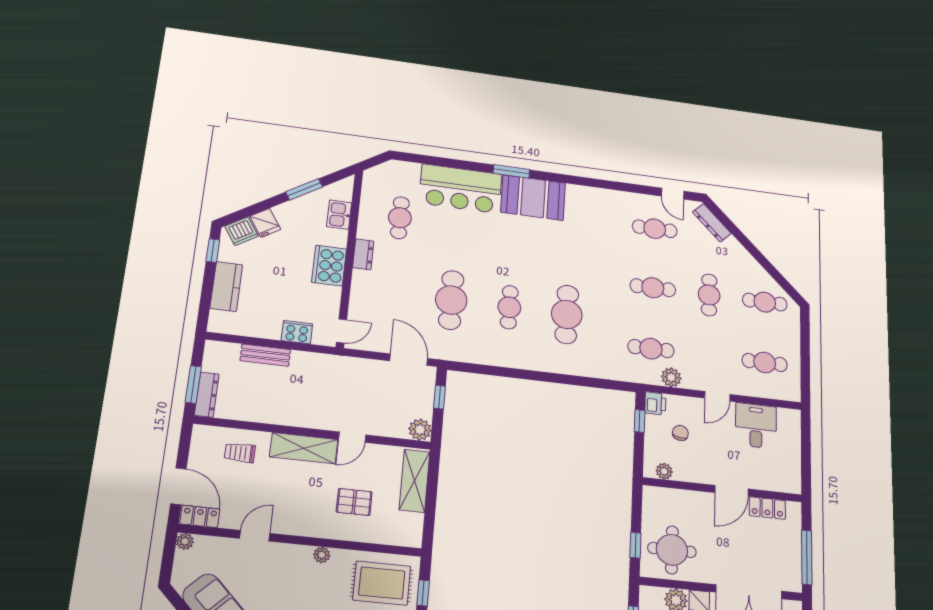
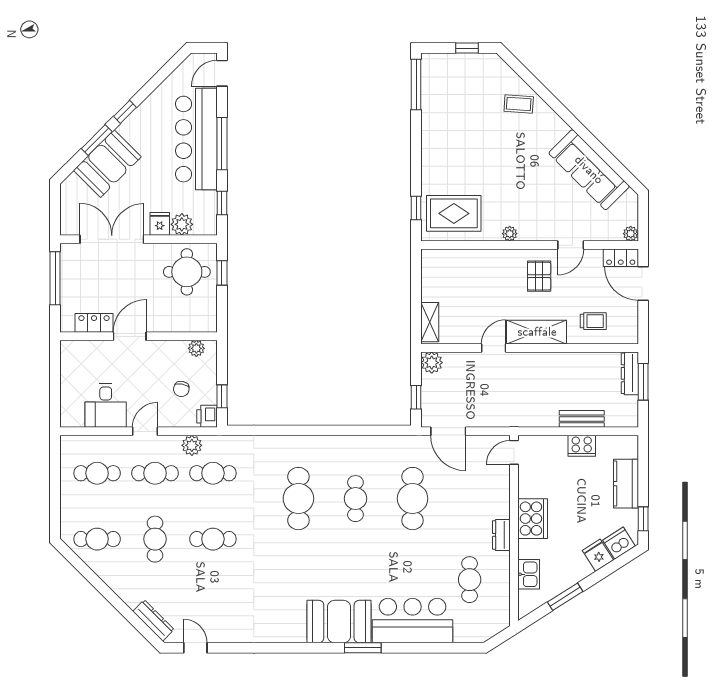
cafe table: (655, 229) -> (155, 473), moved
cooker: (297, 332) -> (582, 446), moved
shelving: (414, 481) -> (430, 322), width x0.67, depth x0.75
pallet: (354, 502) -> (539, 276), moved, turned 90

